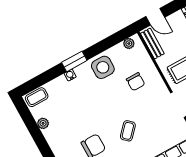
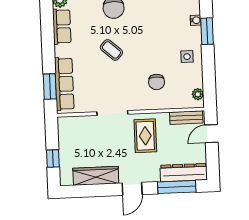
side table: (103, 67) -> (187, 57), width x0.54, depth x0.54
chair: (136, 82) -> (157, 82), turned -90

